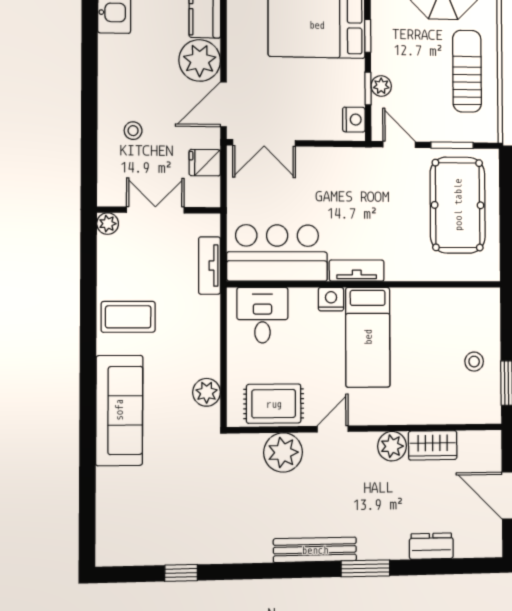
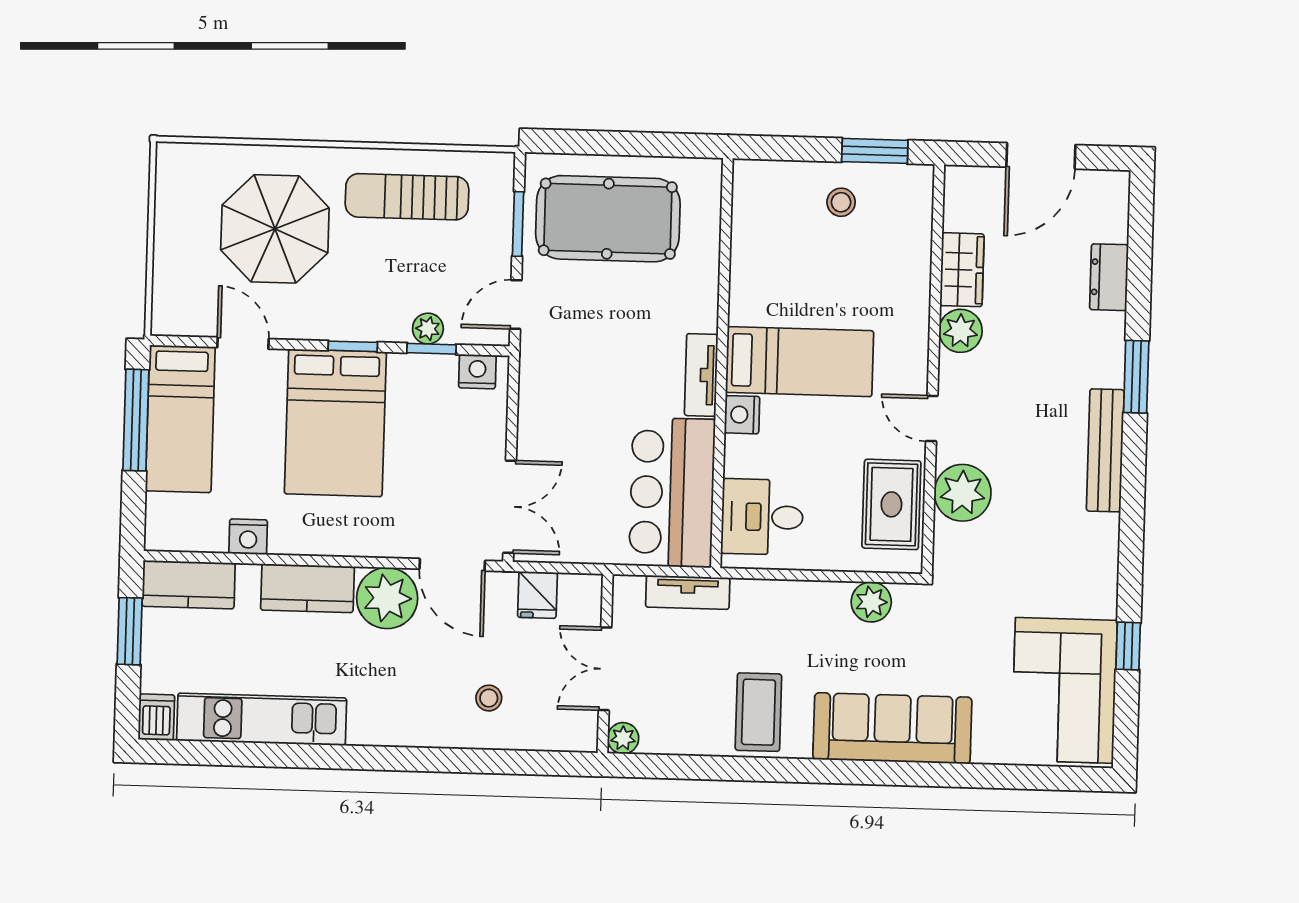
corner sofa: (149, 530) -> (1064, 690), added

